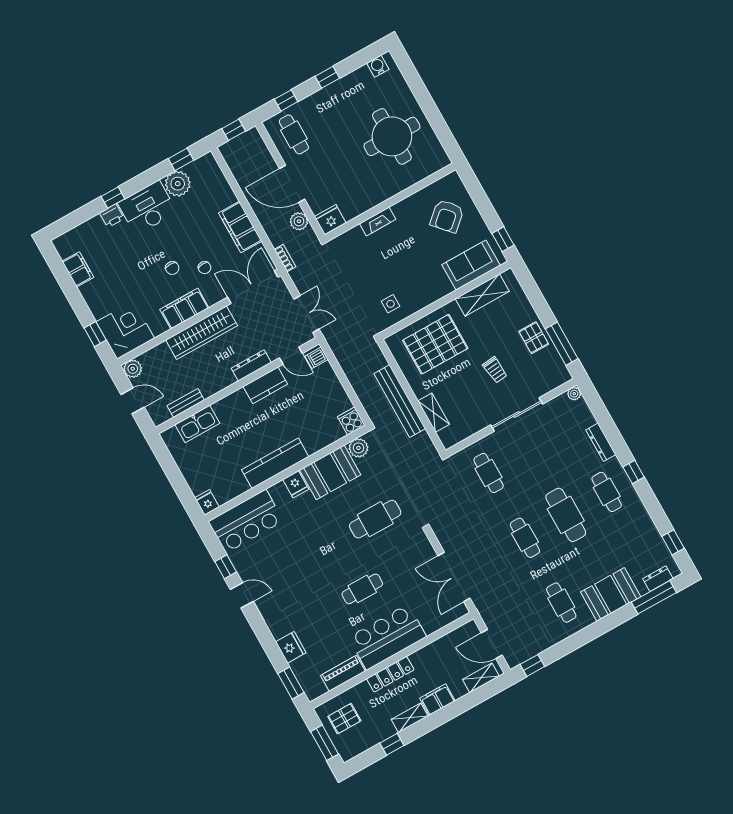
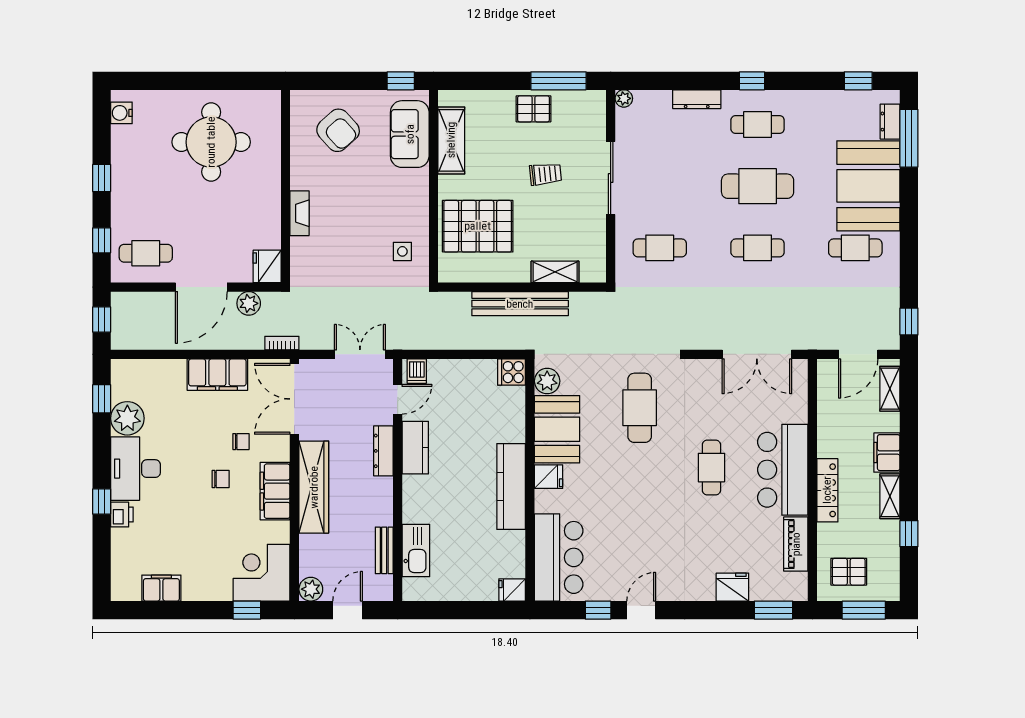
pallet: (435, 344) -> (478, 226), turned 90
booth: (611, 594) -> (868, 186), width x1.36, depth x1.42
pallet: (344, 719) -> (849, 572), turned 90

